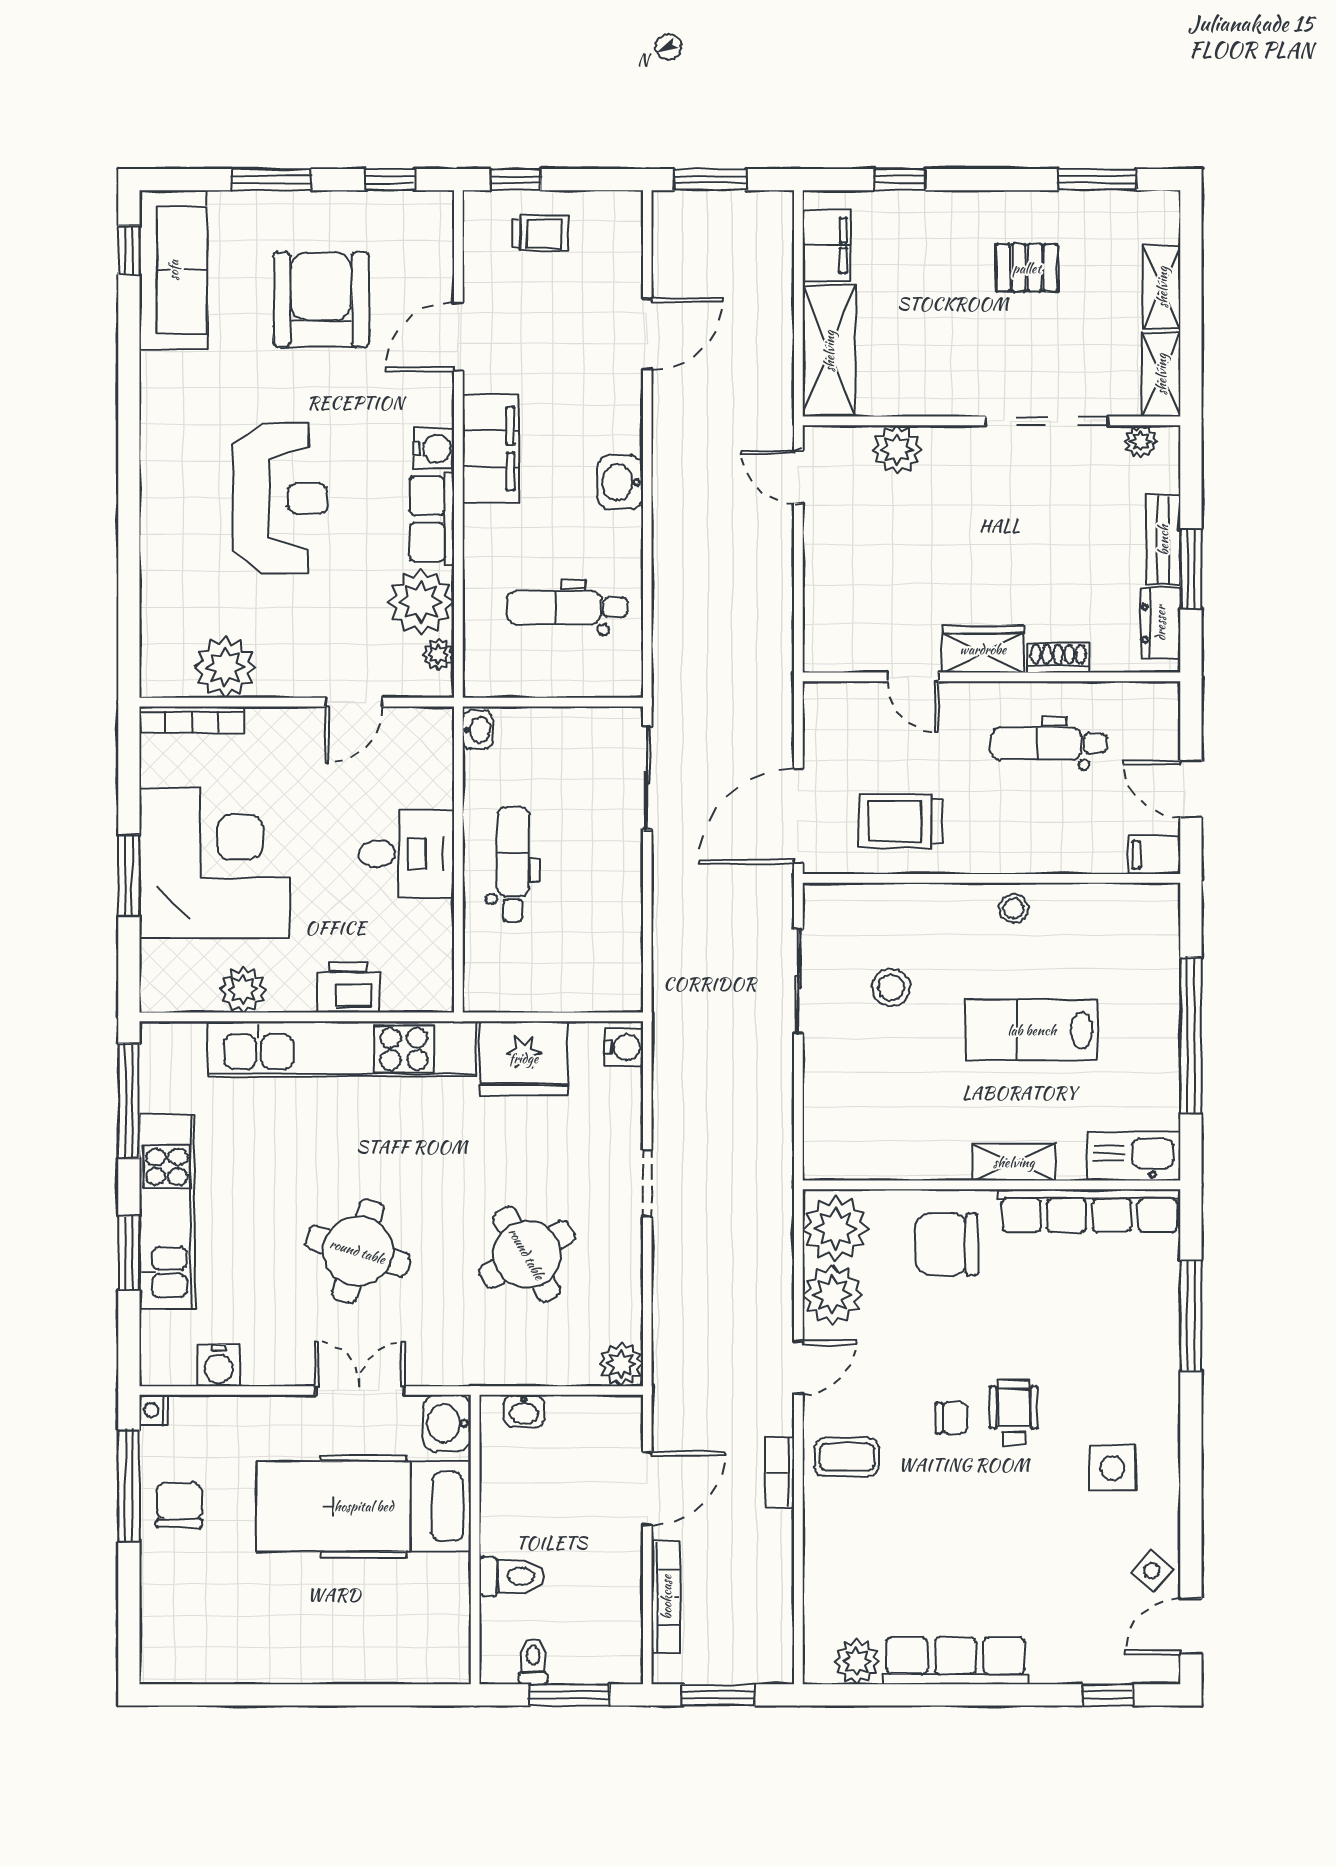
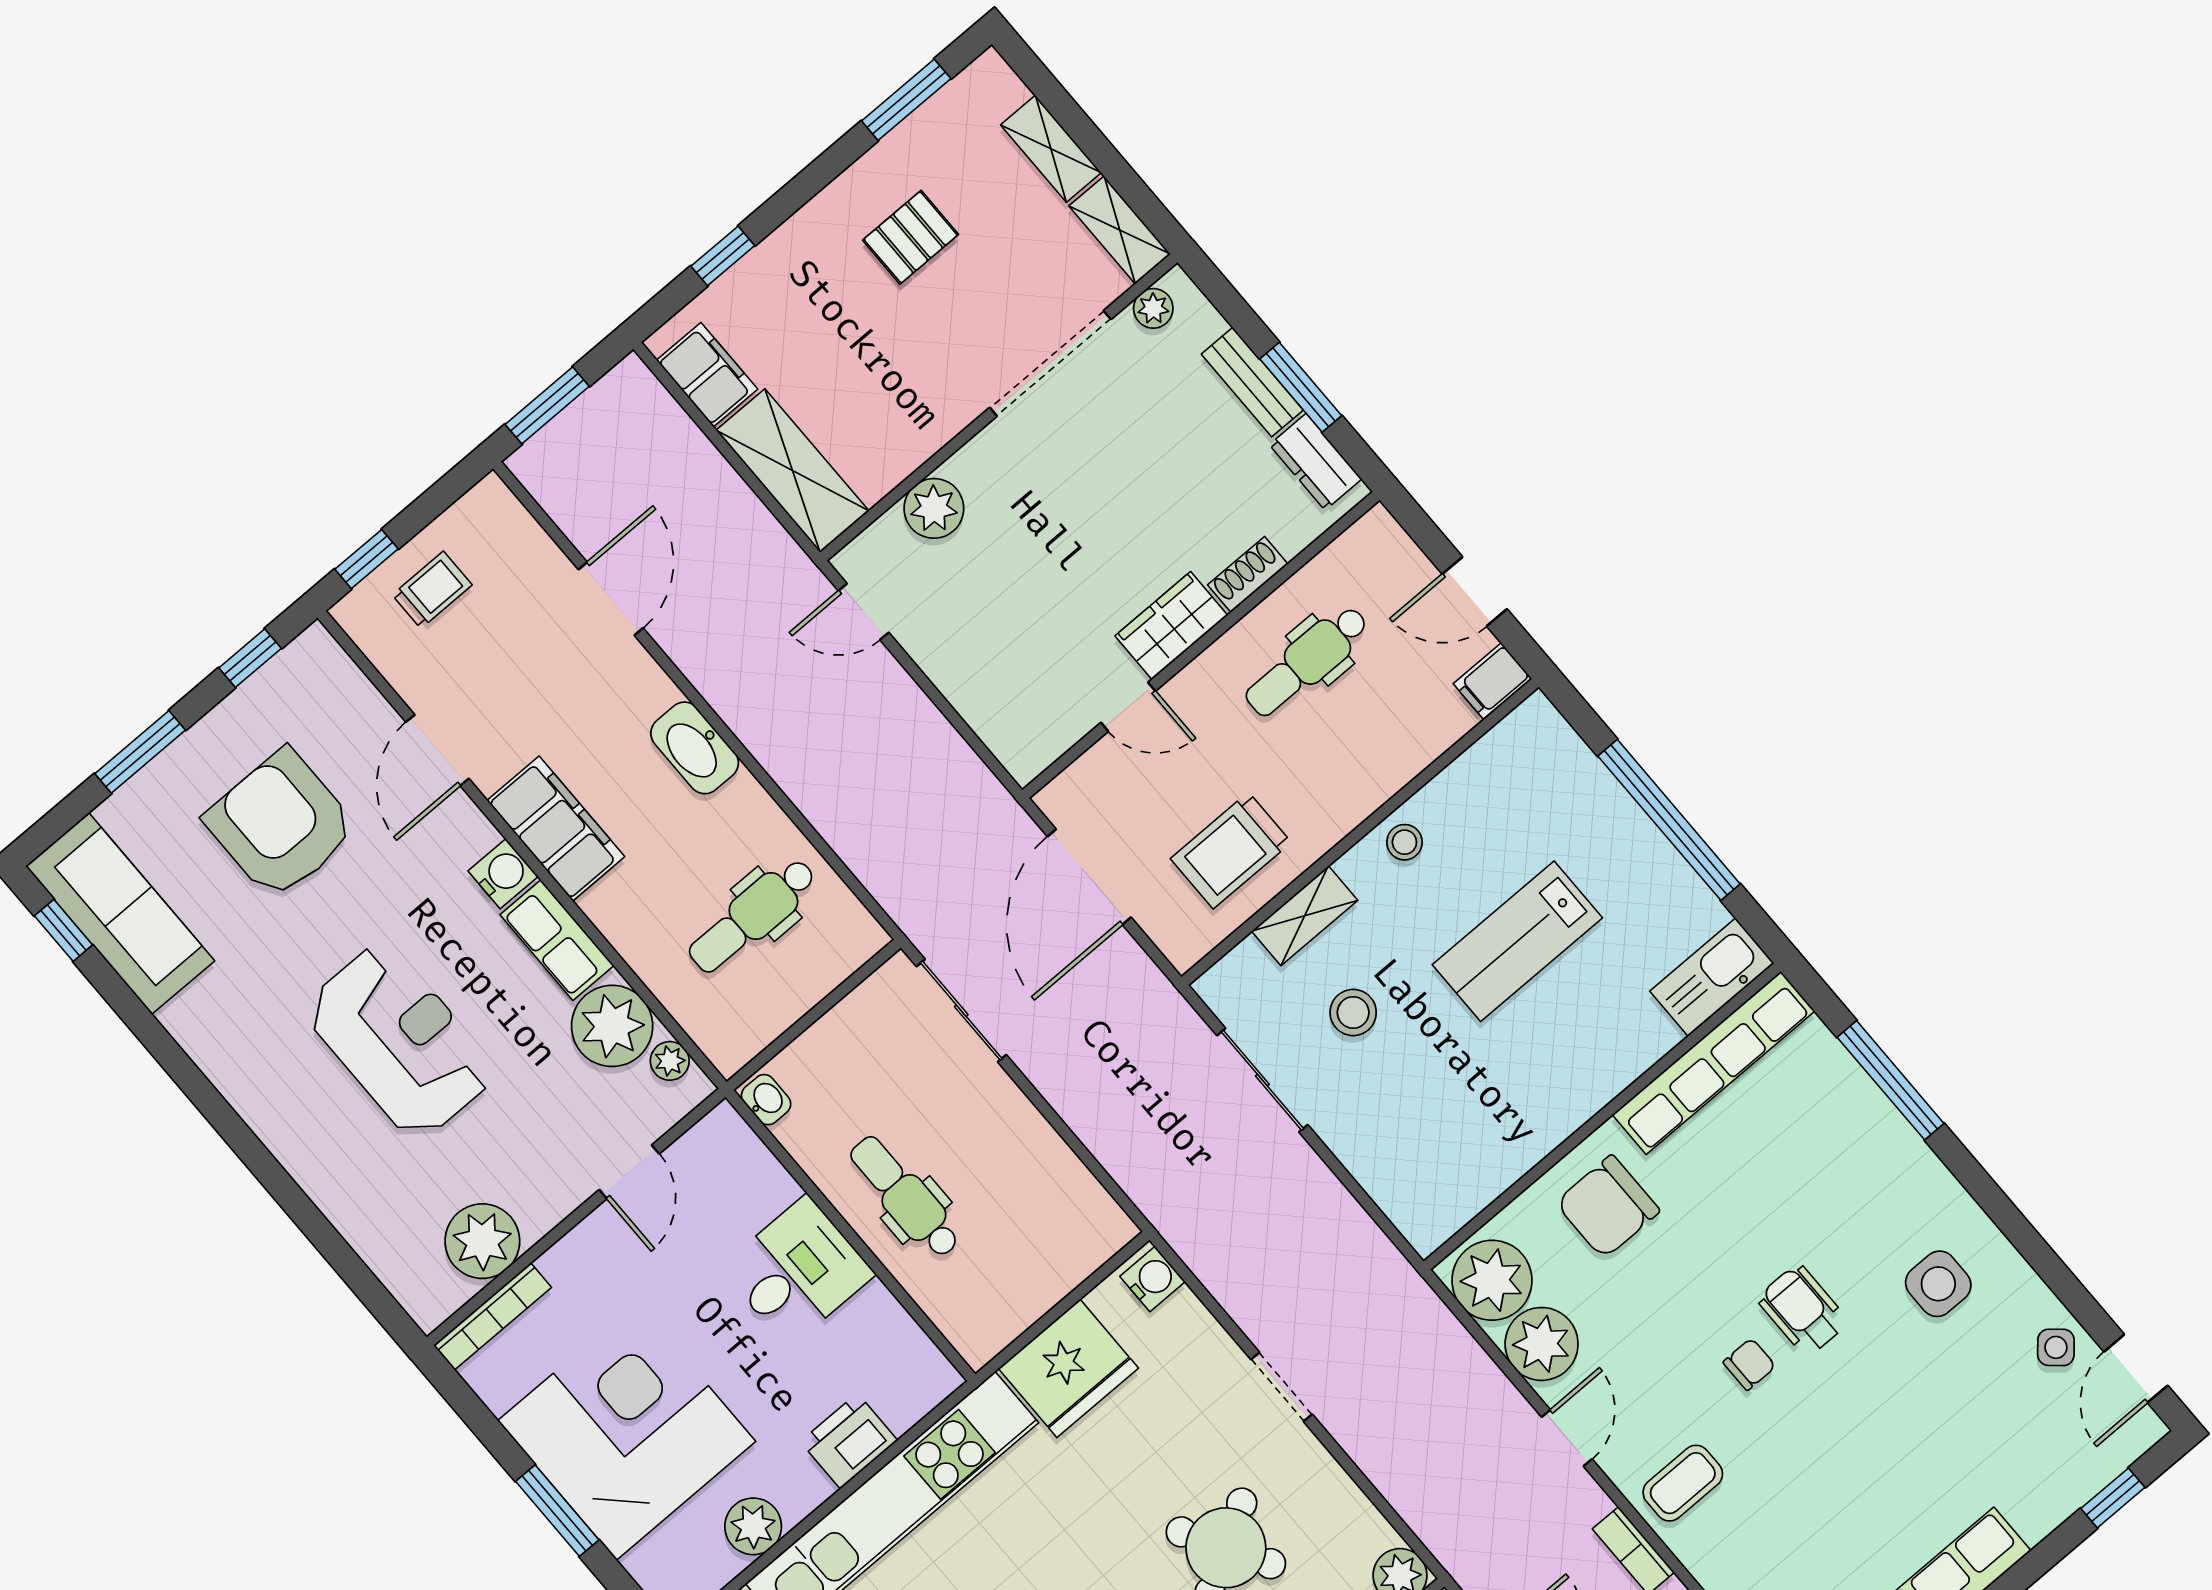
washbasin: (620, 482) -> (695, 748), width x1.38
door: (798, 816) -> (1089, 877), moved
shelving: (1014, 1162) -> (1305, 916), moved

